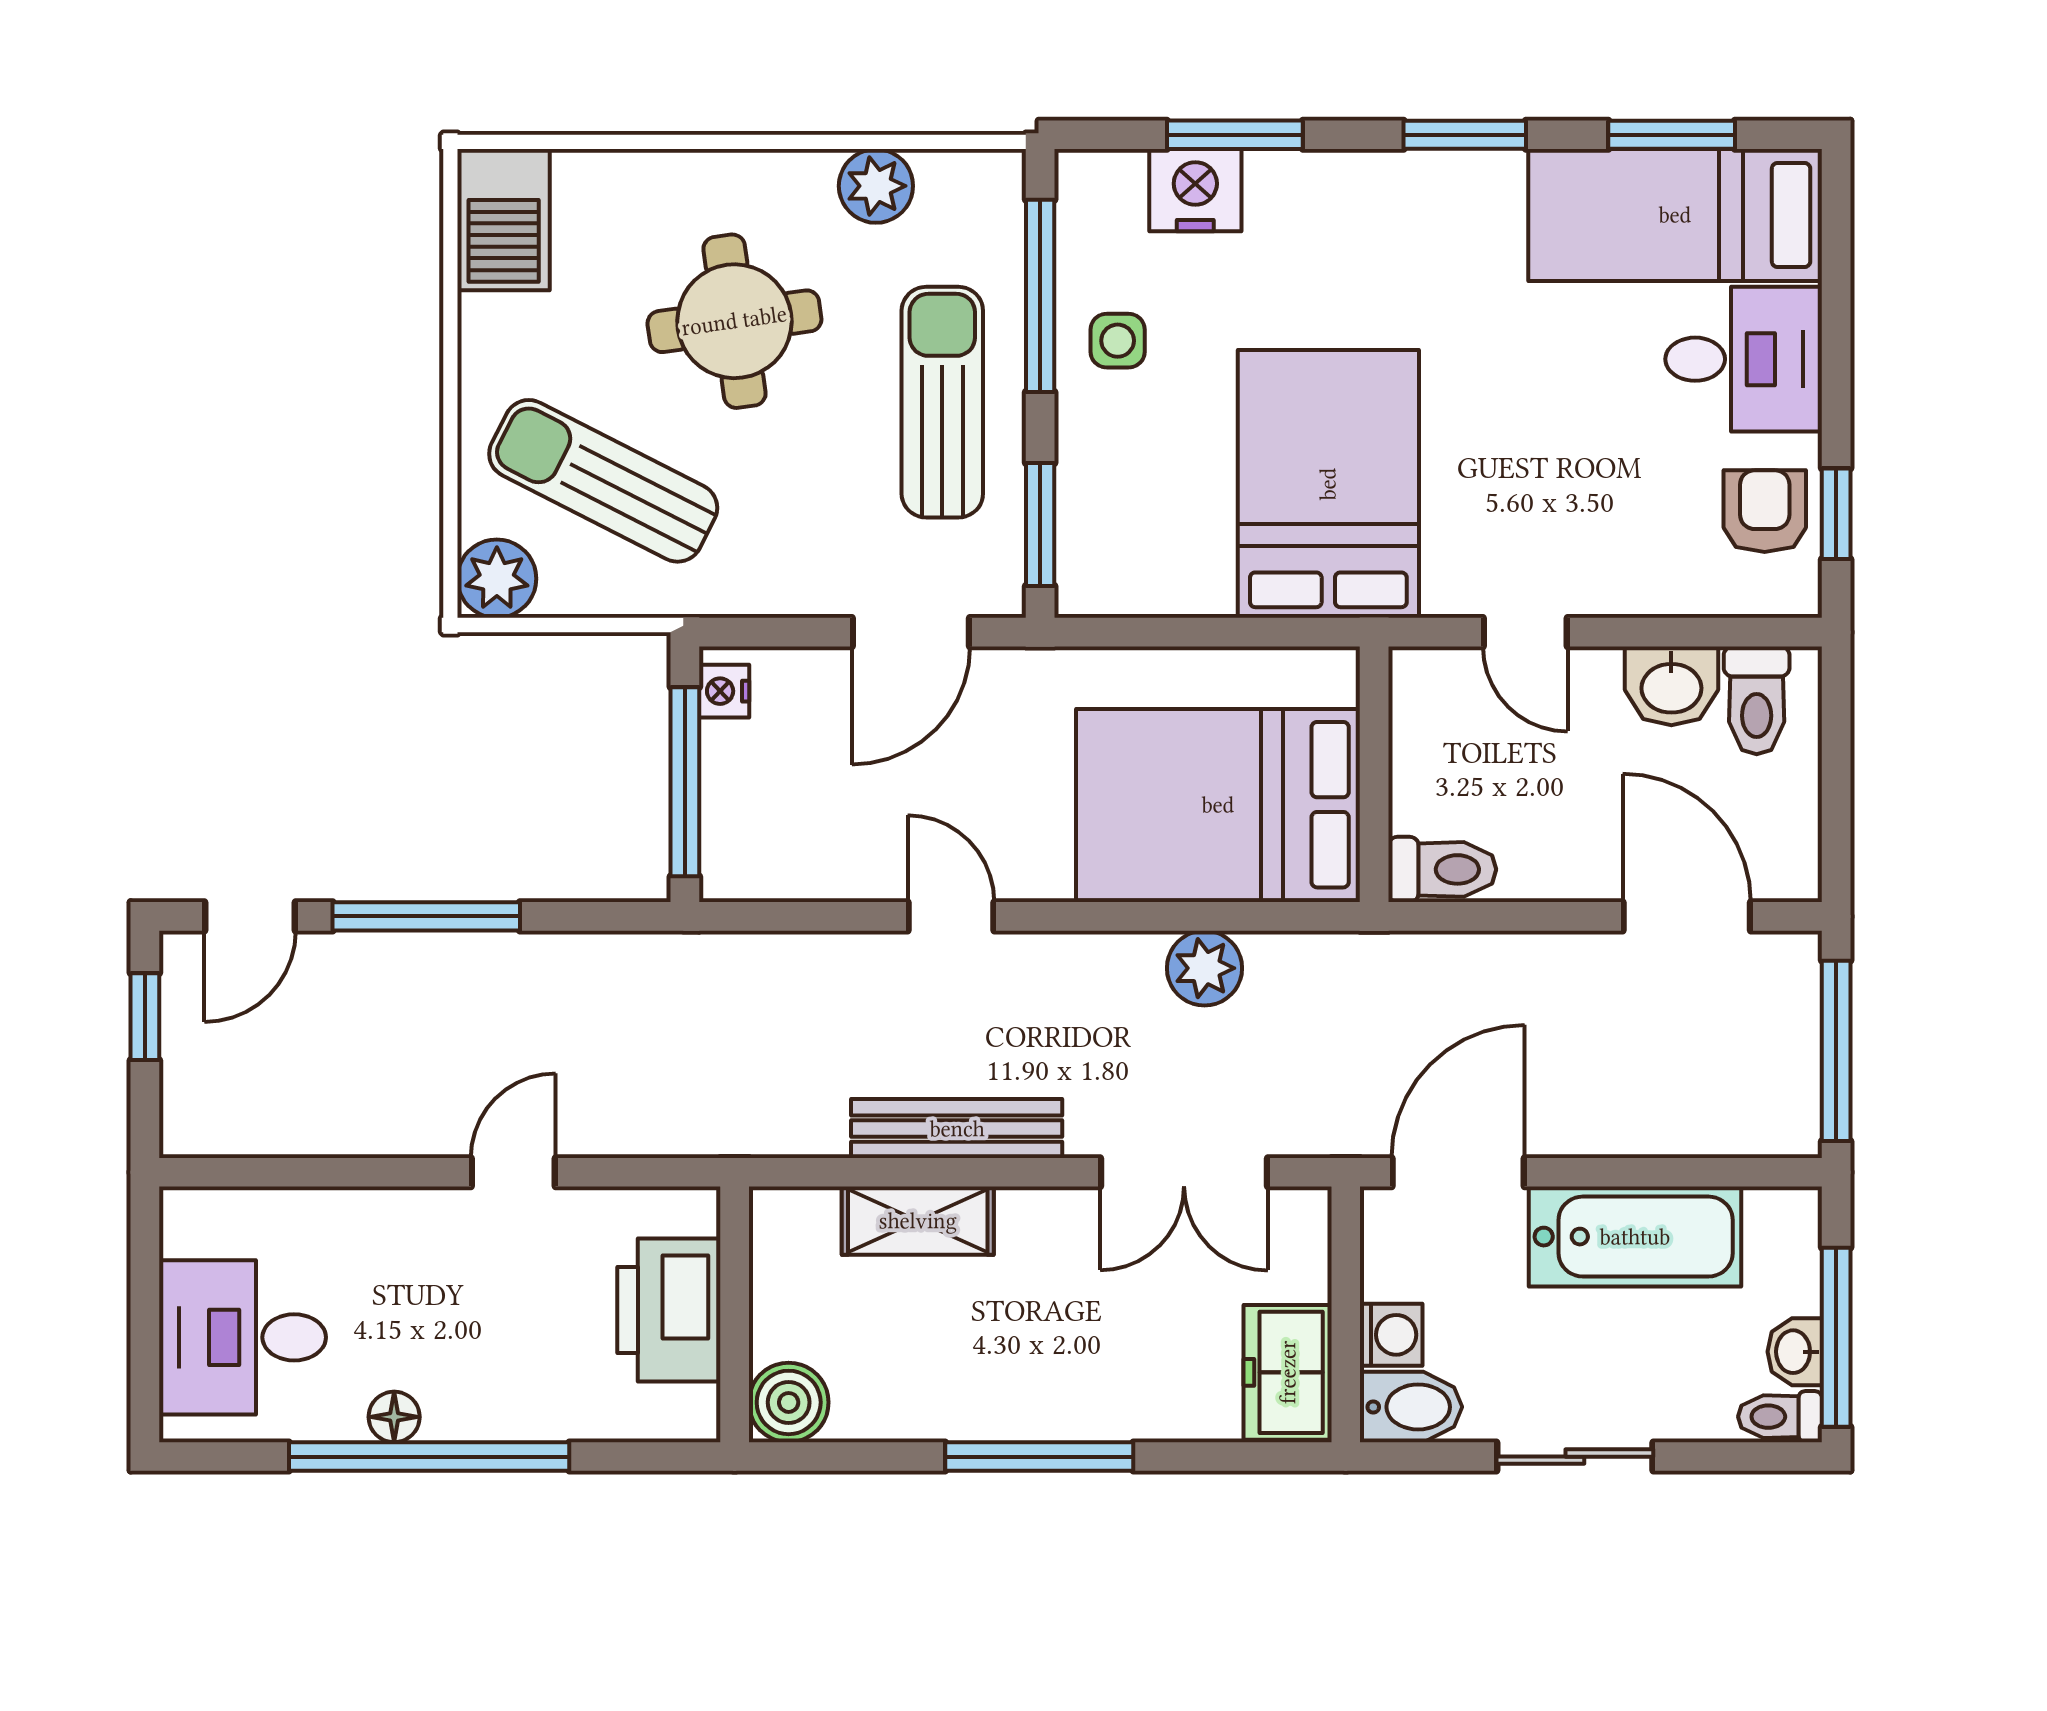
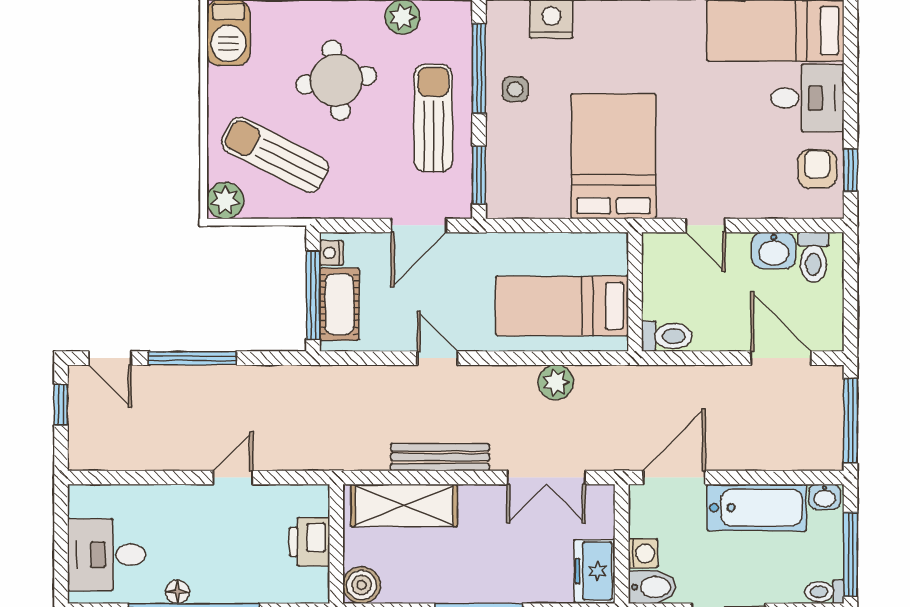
cot: (741, 801) -> (339, 304), added
bed: (1218, 805) -> (562, 306), width x0.67
door: (250, 916) -> (110, 358), hinge flipped
shelving: (918, 1221) -> (404, 505), width x1.50, depth x1.33
printer: (669, 1310) -> (310, 542), width x0.73, depth x0.84
washbasin: (1795, 1352) -> (825, 497), moved, turned -90

